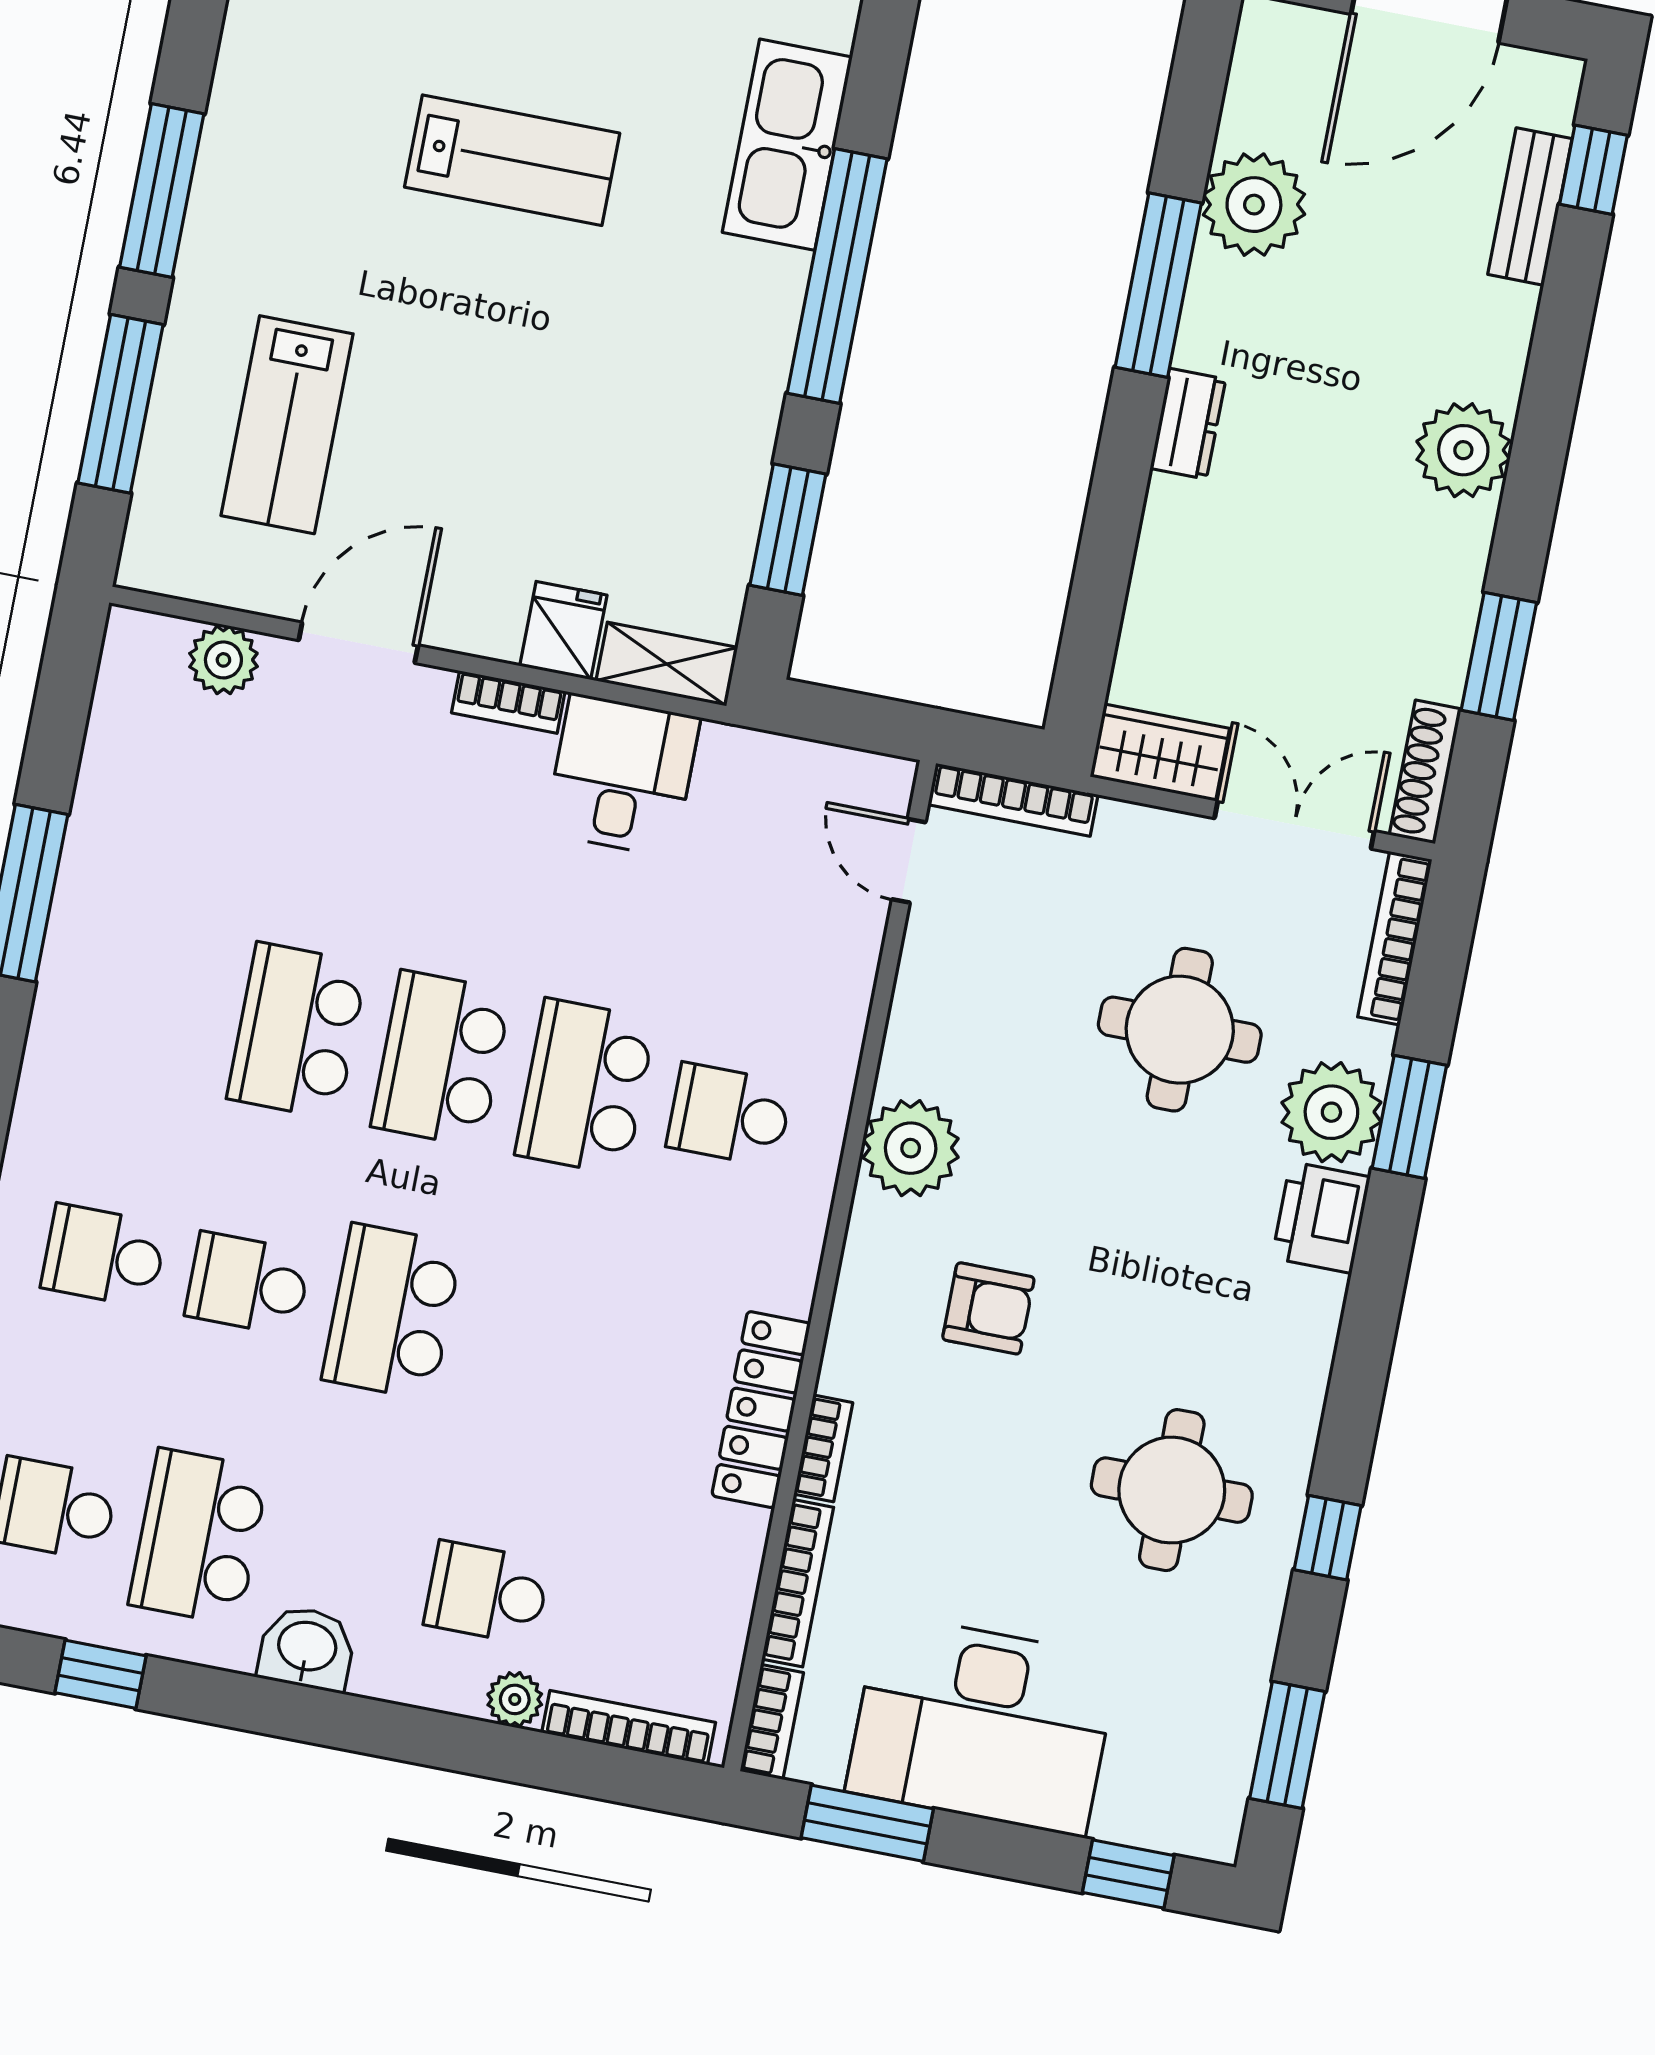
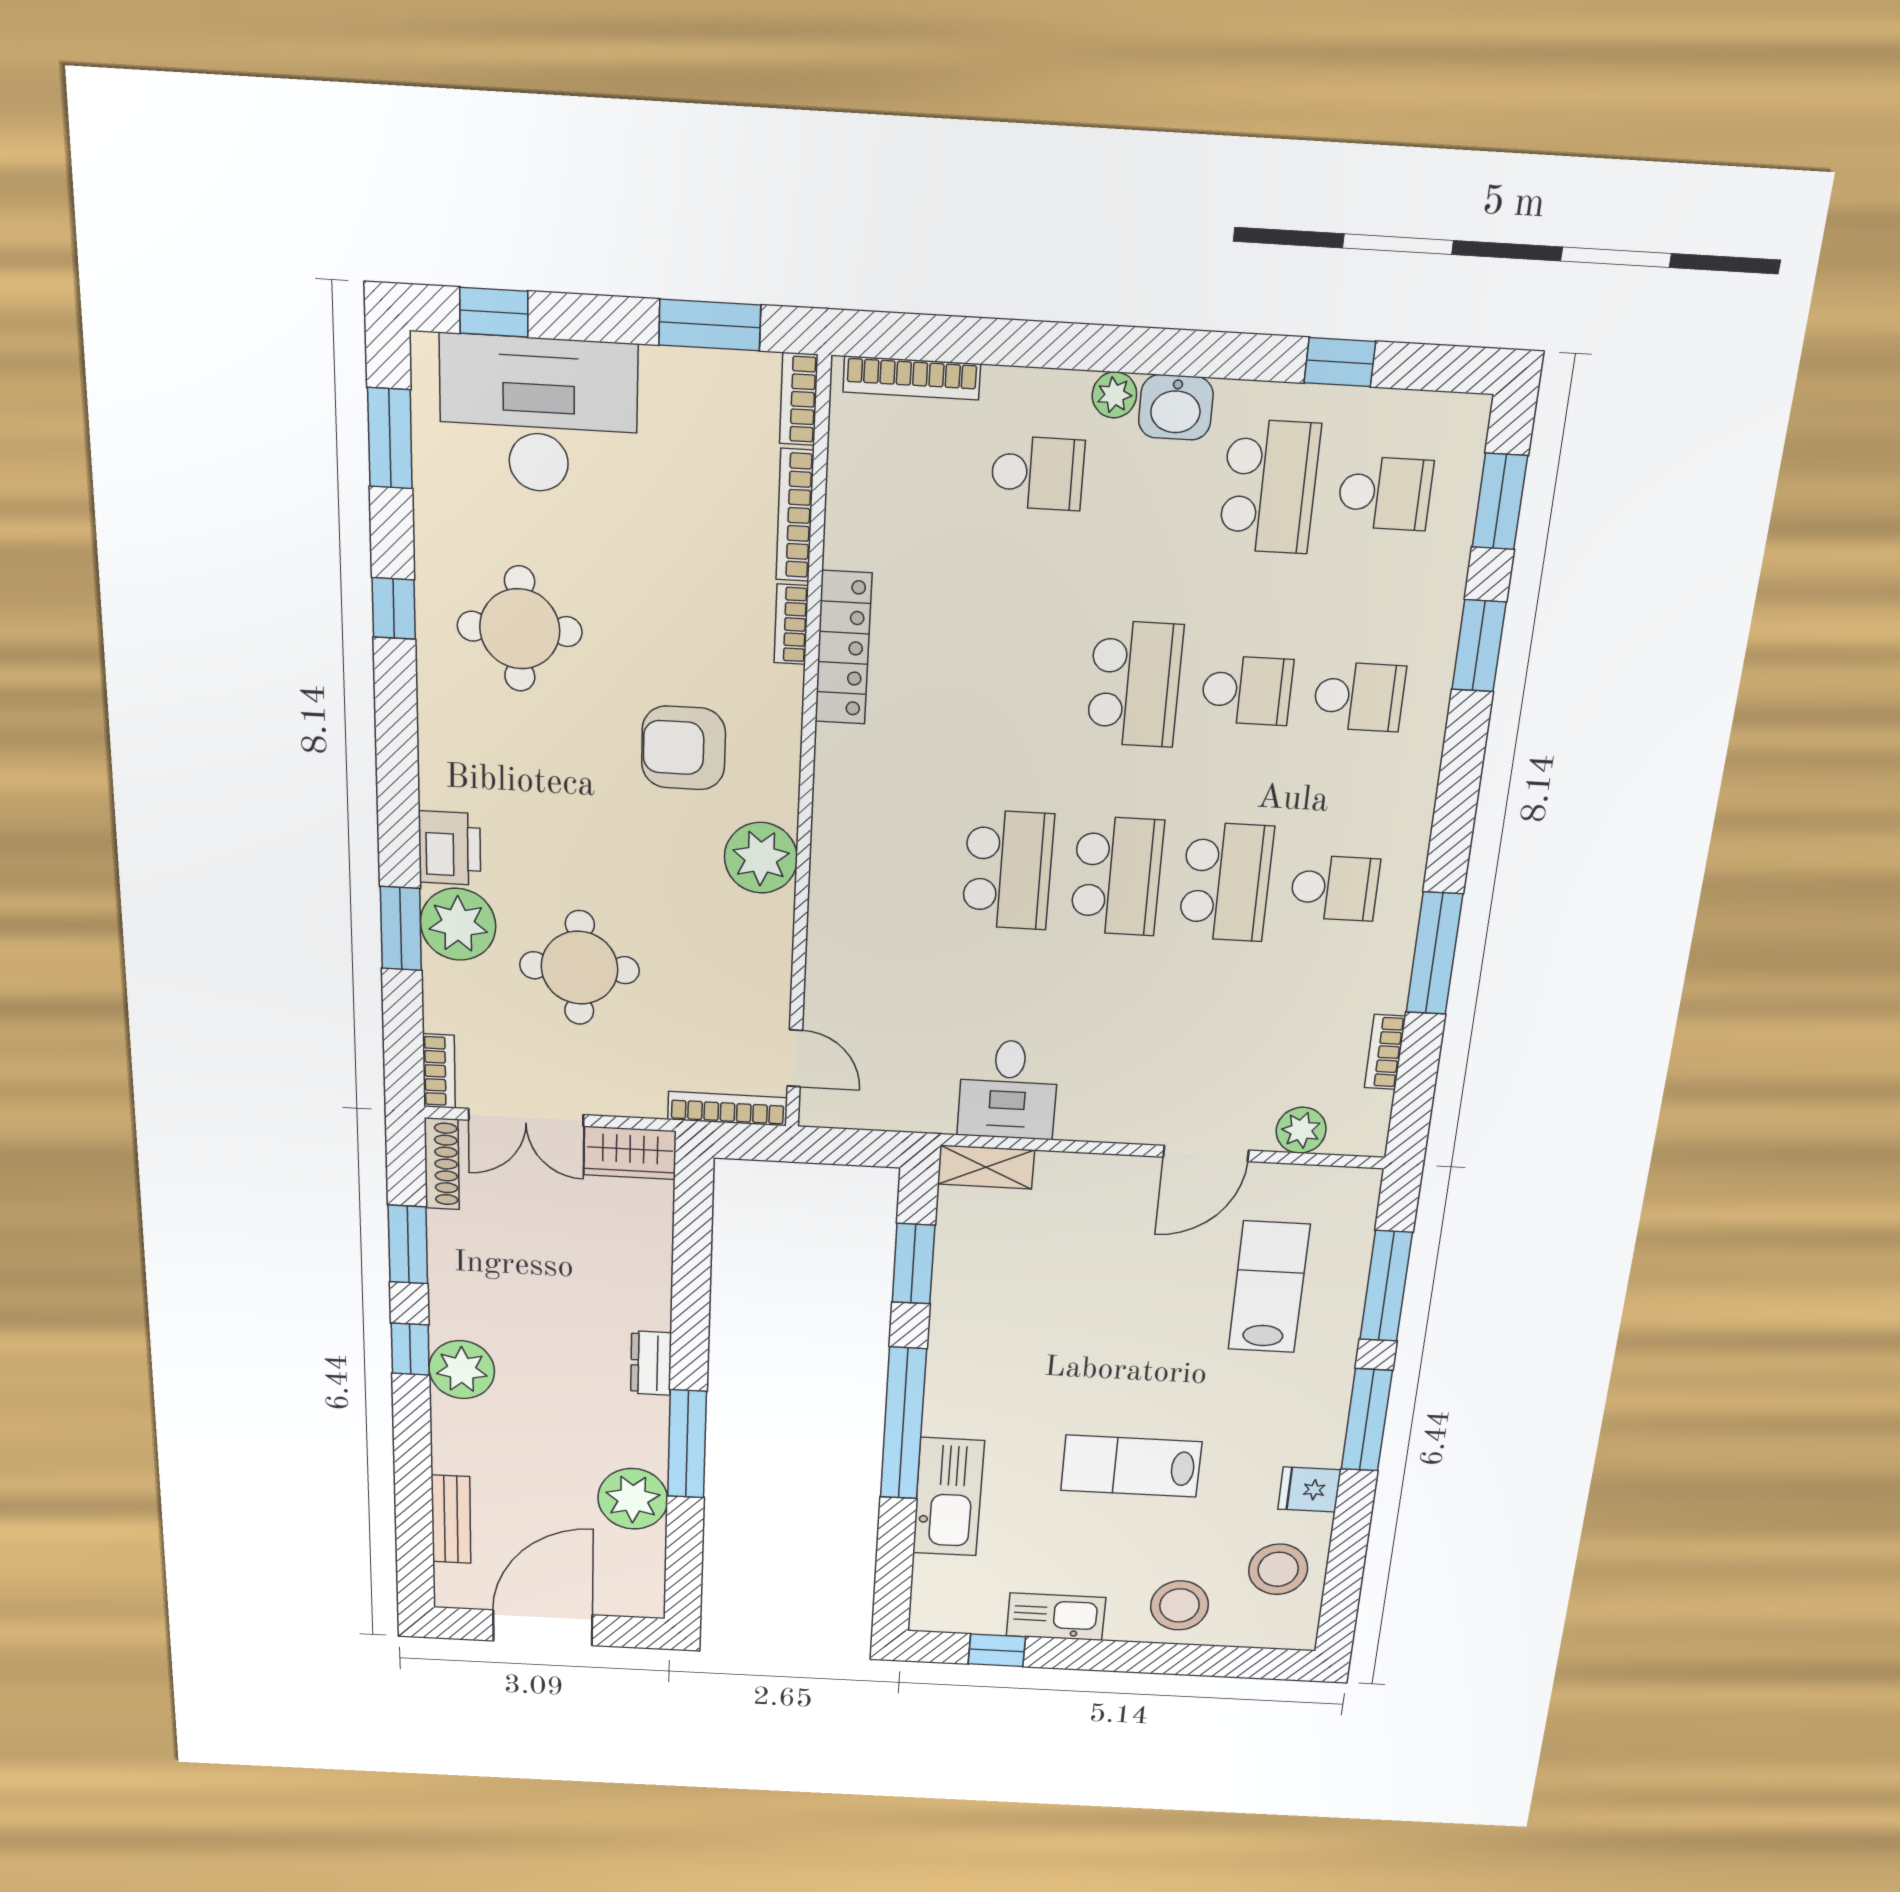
window: (1593, 170) -> (410, 1349), moved
fridge: (563, 630) -> (1309, 1490), moved, turned 90
bookcase: (508, 702) -> (1385, 1052), moved, turned -90
bookcase: (1395, 938) -> (439, 1071), width x0.64
school desk: (729, 1115) -> (1335, 888), moved
armchair: (988, 1308) -> (683, 748), width x1.38, depth x1.38
plant: (515, 1699) -> (1114, 395), moved
desk: (982, 1725) -> (539, 415), moved

